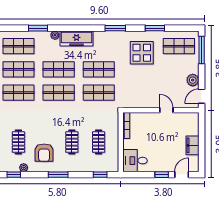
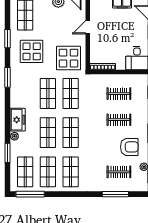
freezer: (77, 38) -> (18, 120), width x0.71
display table: (135, 91) -> (68, 58), added

